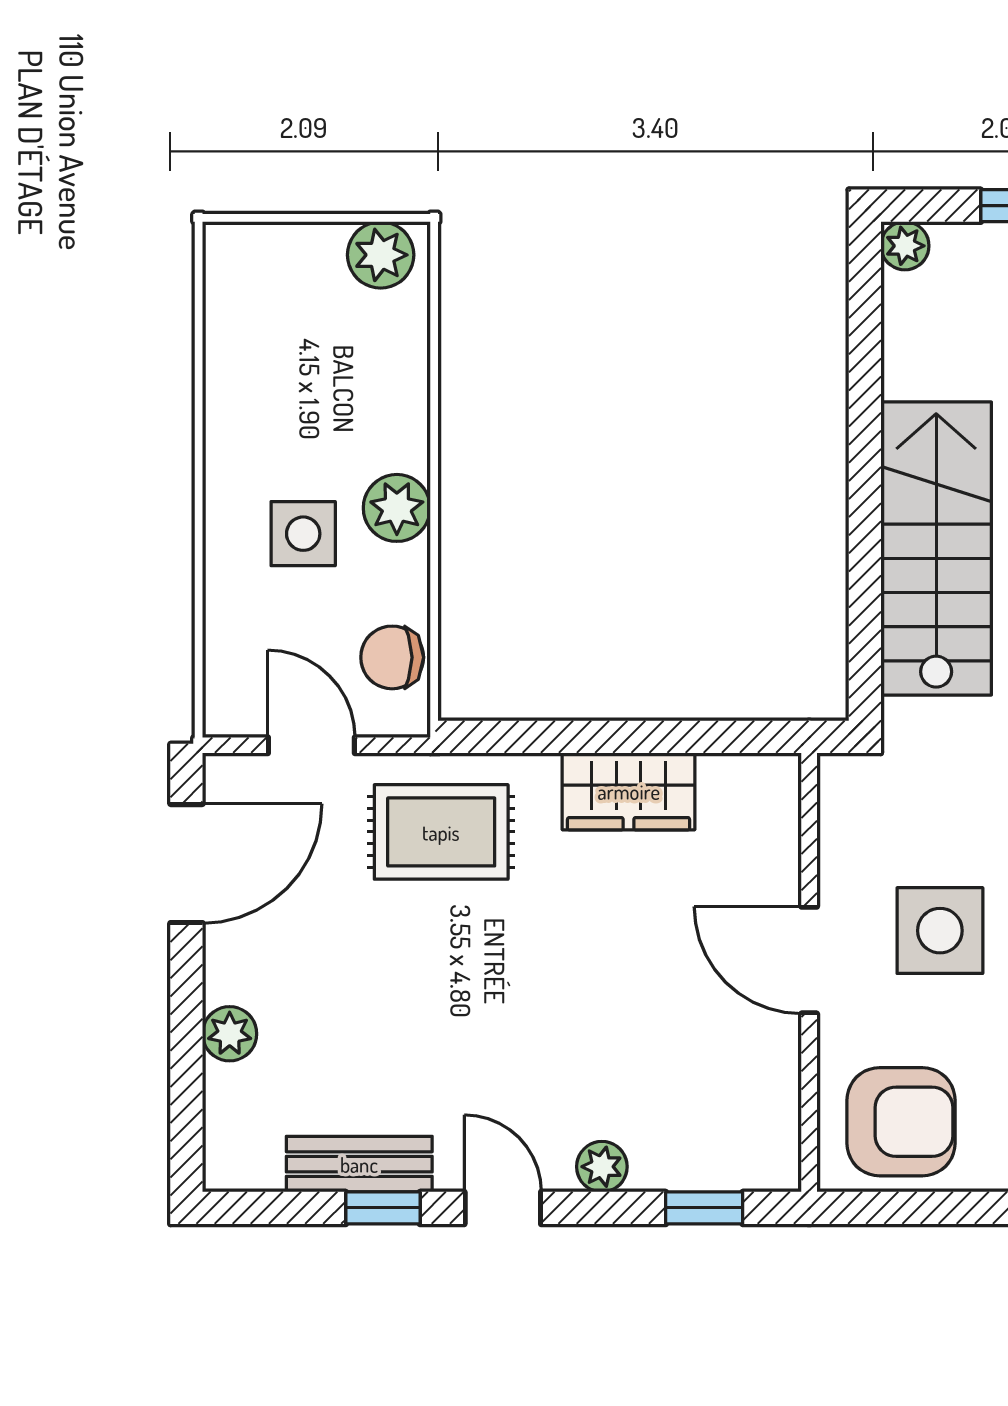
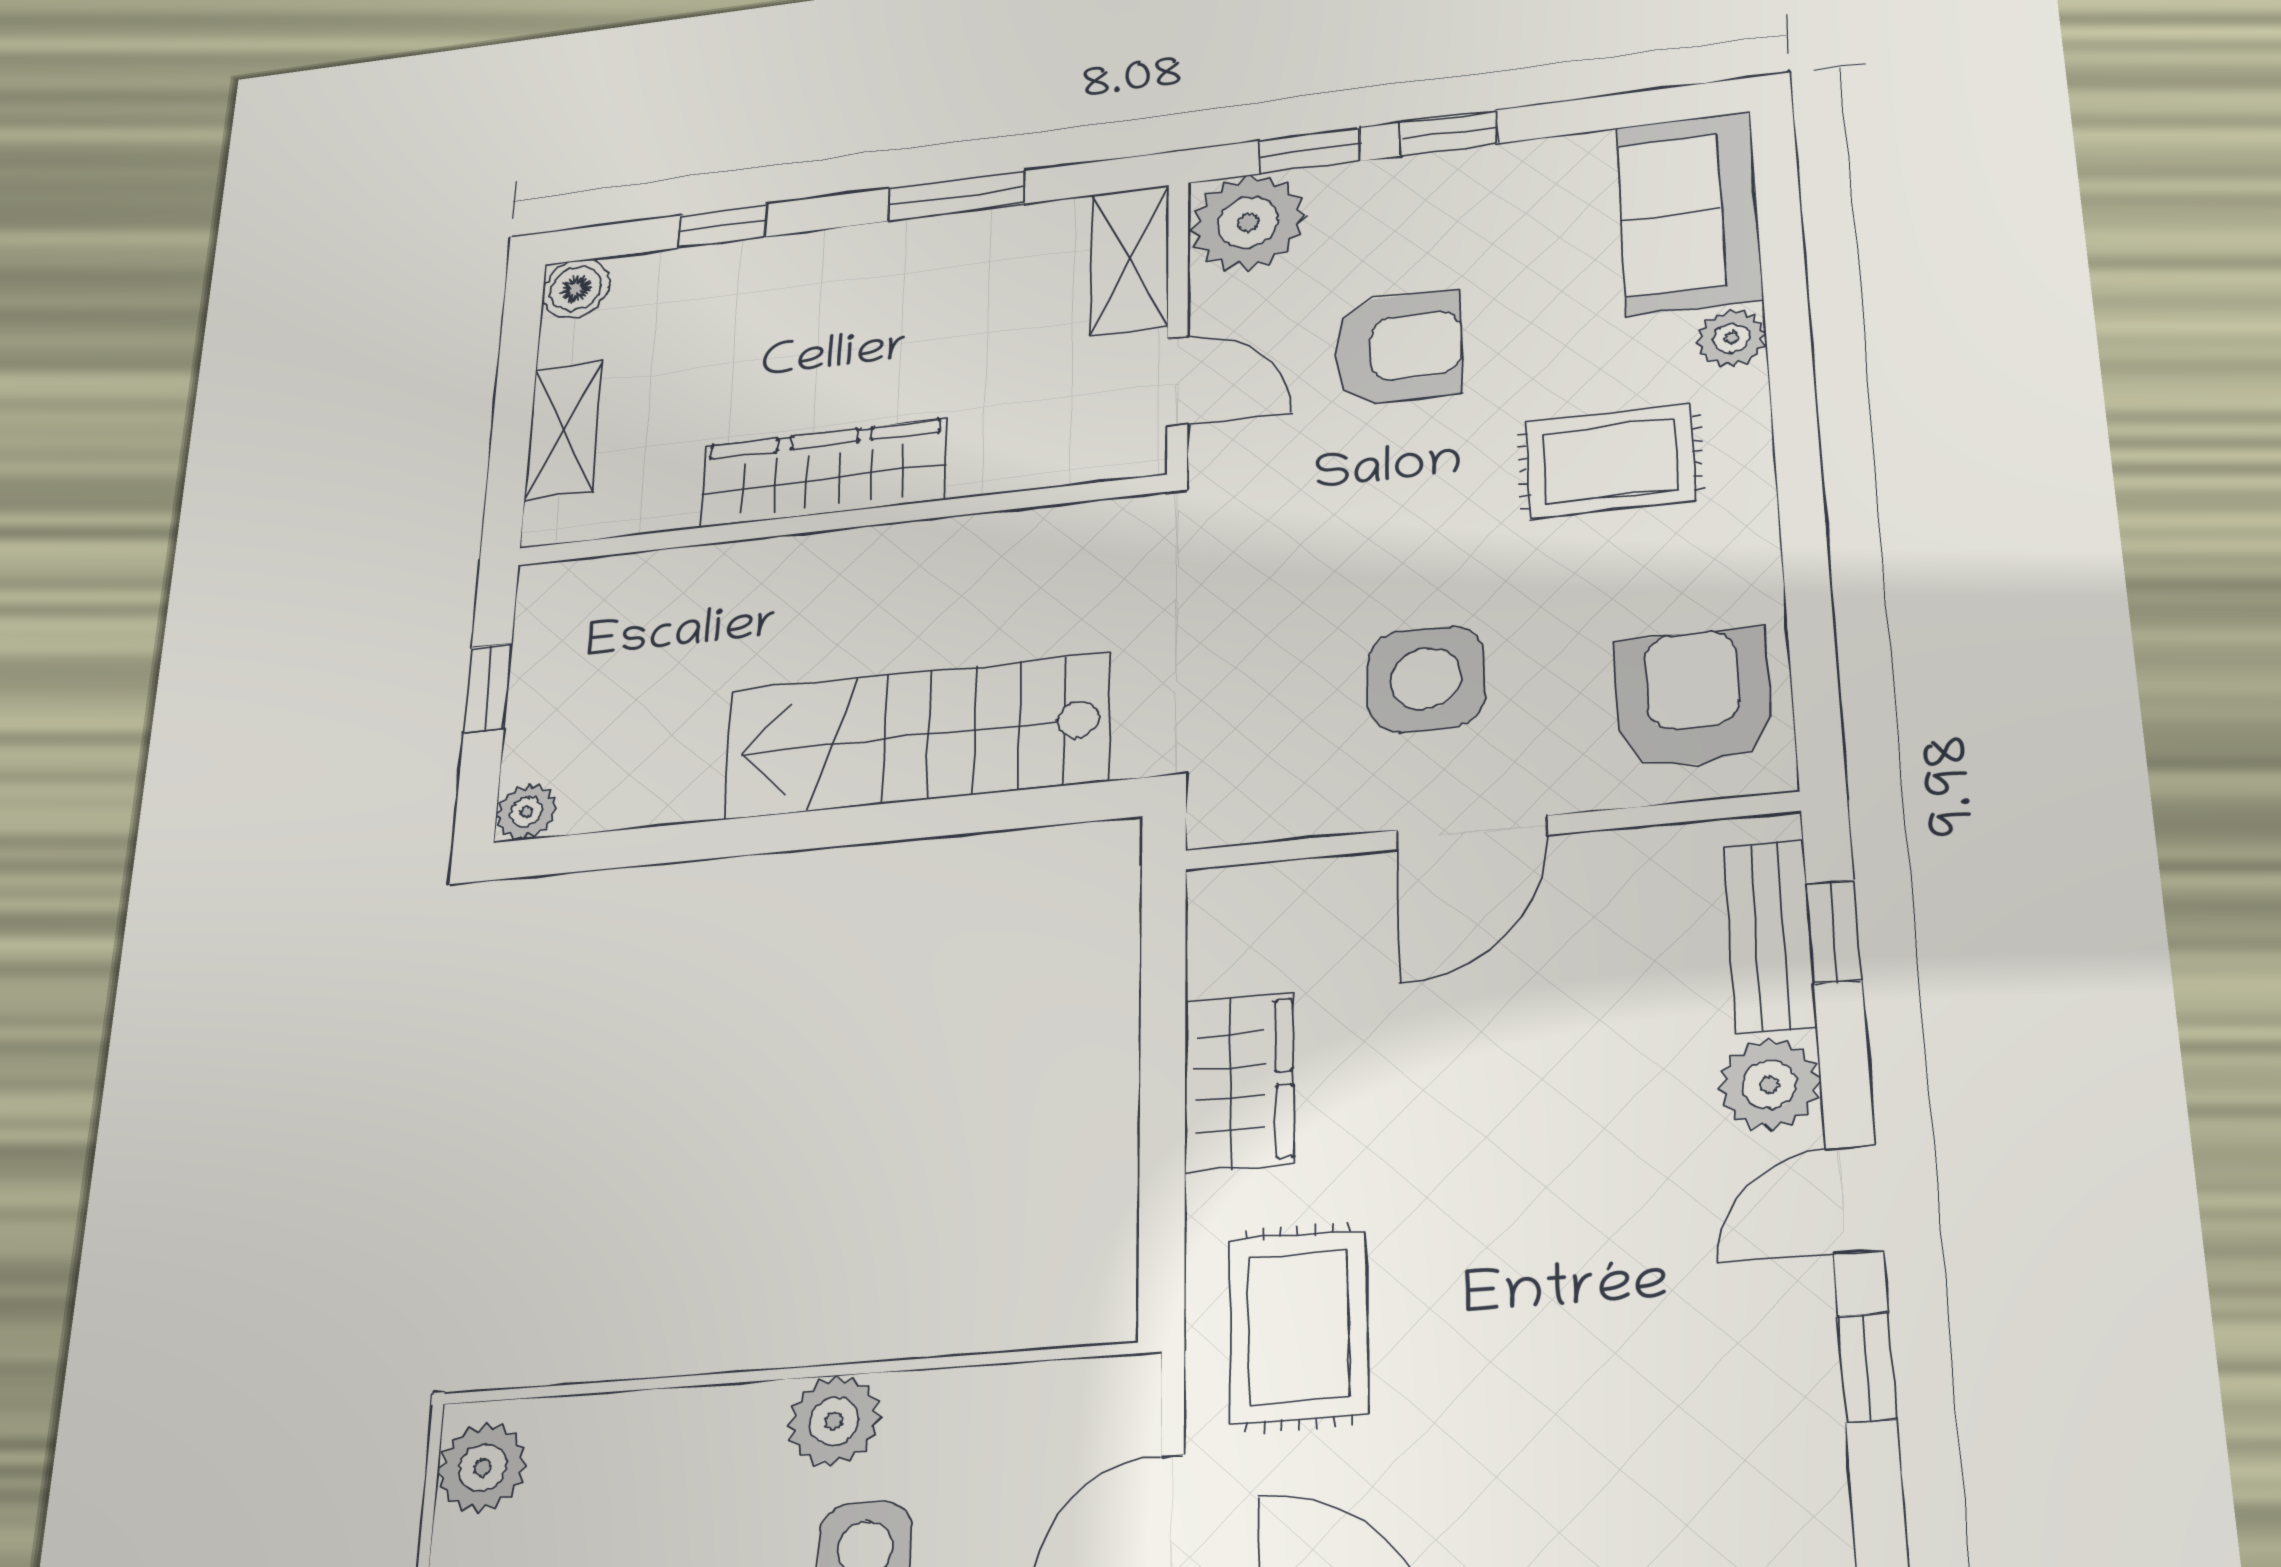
chair: (392, 657) -> (1046, 1412), removed
bench: (359, 1164) -> (1770, 936), moved
plant: (602, 1167) -> (1769, 1085), width x1.38, depth x1.38

